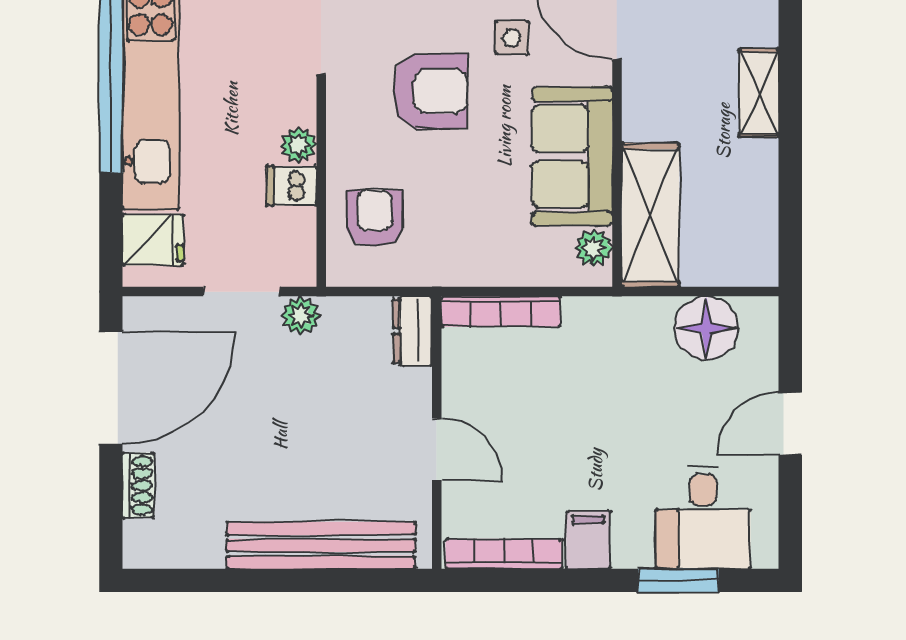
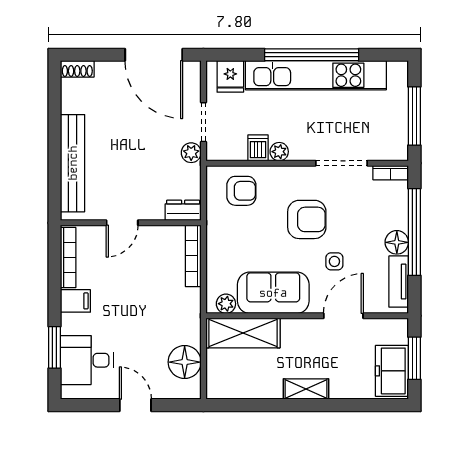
armchair: (430, 91) -> (307, 219), turned -90
shoe rack: (138, 485) -> (77, 69), moved

